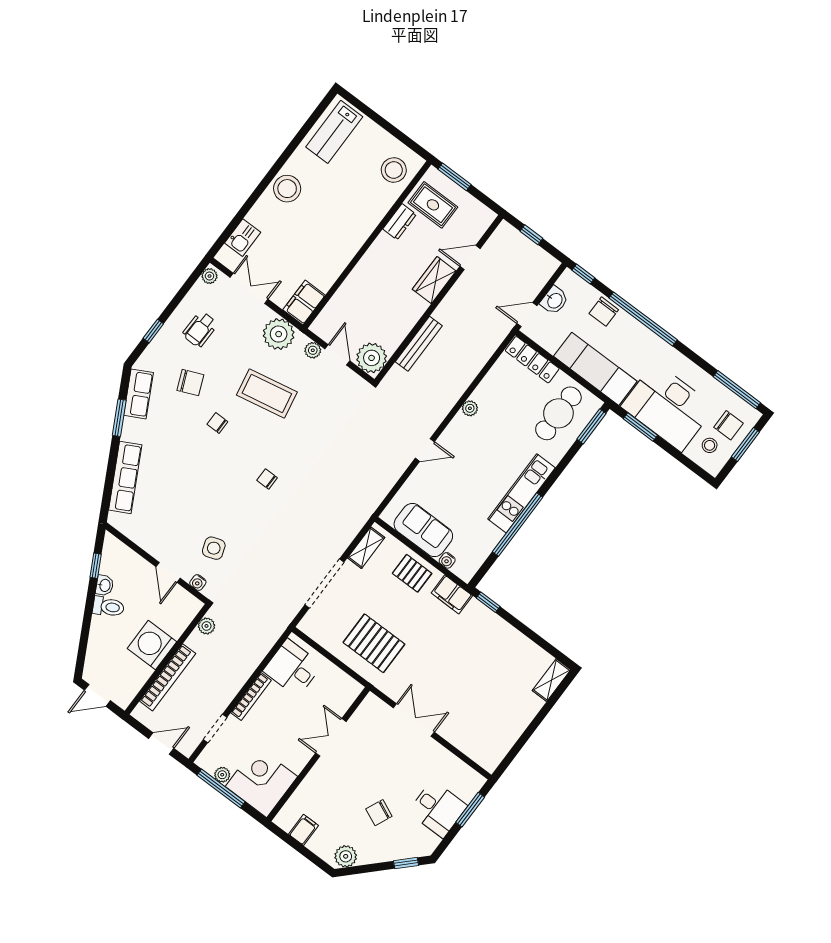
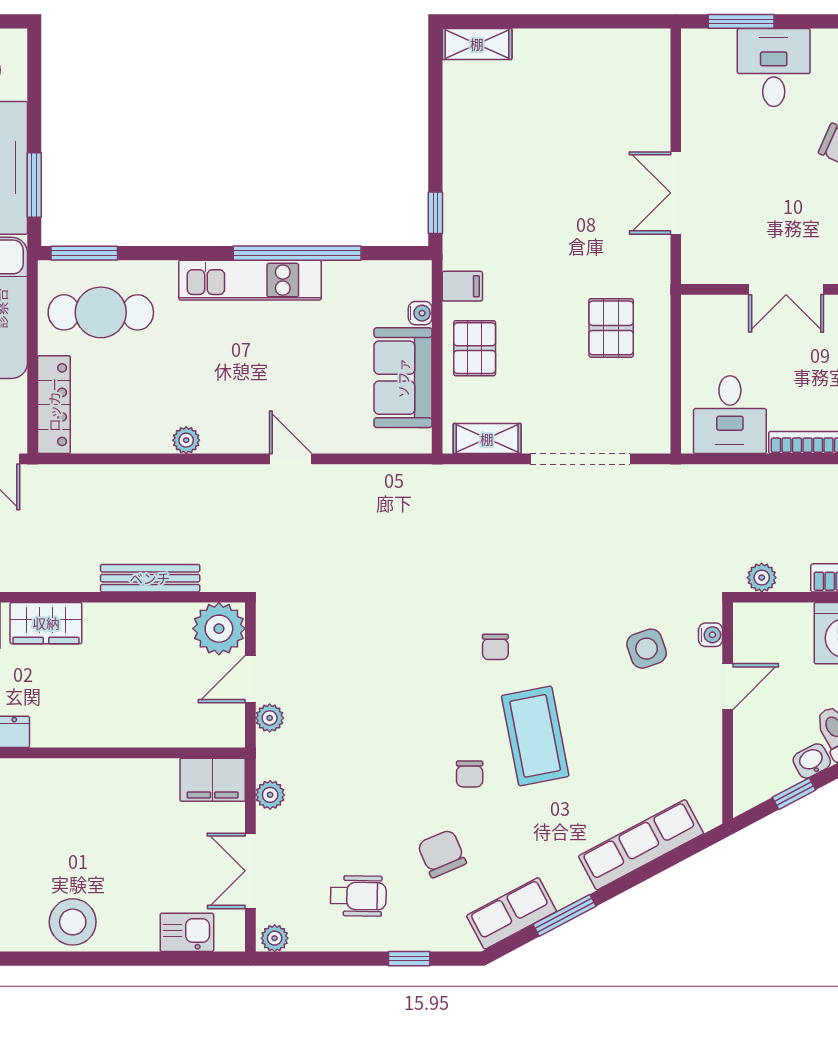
plant: (279, 334) -> (270, 795), width x0.53, depth x0.53
coffee table: (267, 393) -> (535, 736), moved
filing cabinet: (452, 594) -> (462, 286), width x0.50
pallet: (374, 643) -> (611, 328), width x0.67, depth x0.71

